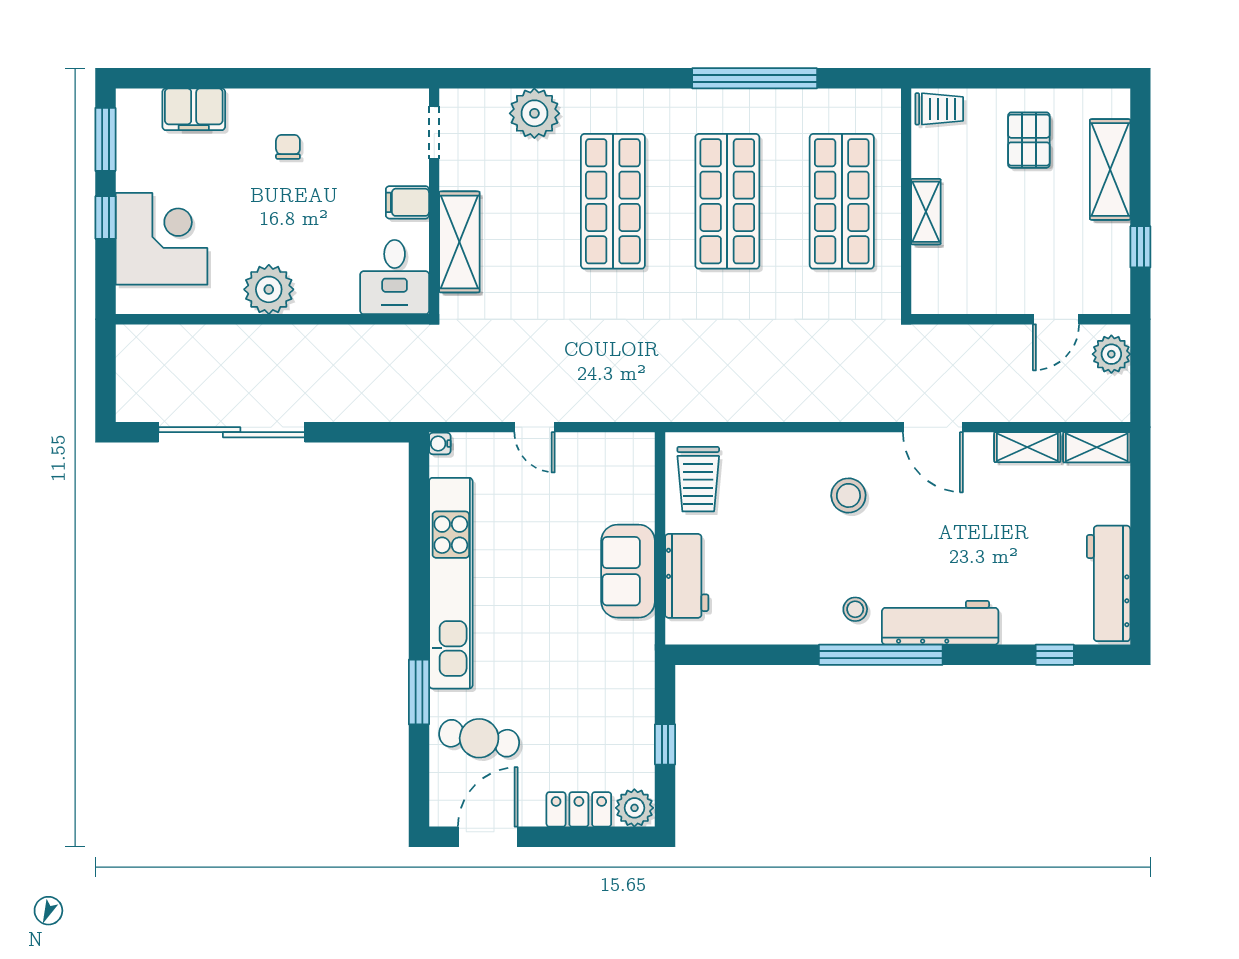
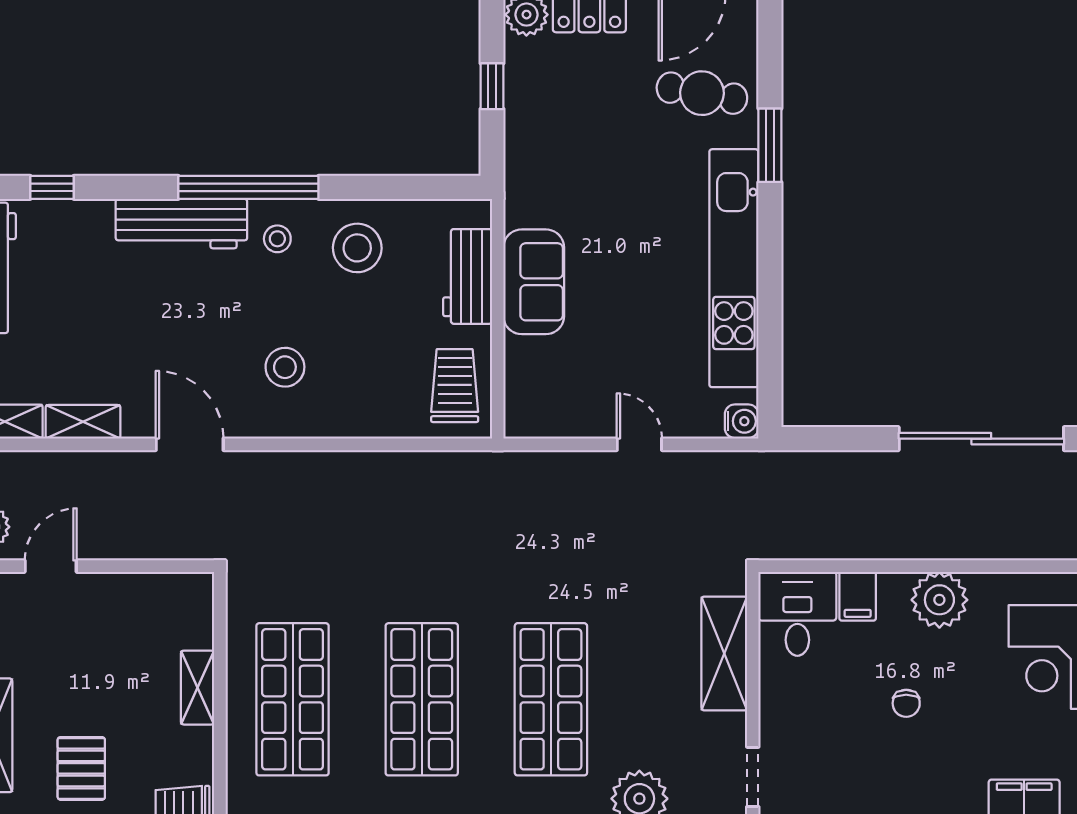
chair: (288, 147) -> (906, 703), moved
filing cabinet: (407, 202) -> (858, 596), moved, turned 90
water cooler: (440, 444) -> (742, 421), width x1.38, depth x1.38
stool: (784, 601) -> (357, 248), added

